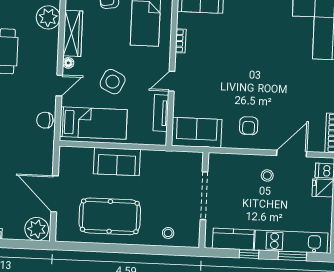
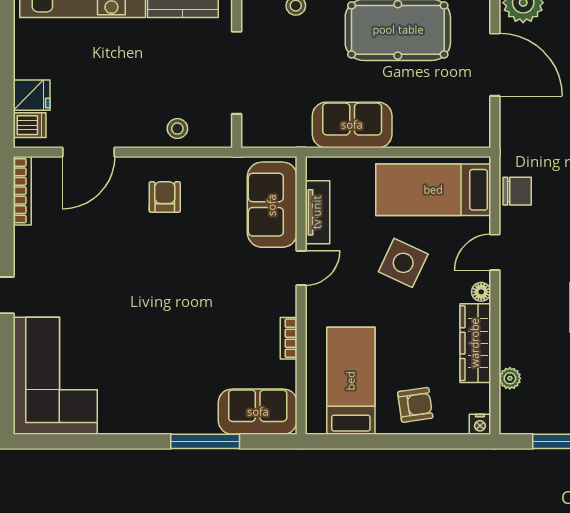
plant: (48, 17) -> (510, 378), width x0.53, depth x0.53
sofa: (197, 133) -> (272, 205), moved, turned 90
sofa: (117, 162) -> (352, 125), moved
stool: (267, 175) -> (177, 129), moved

